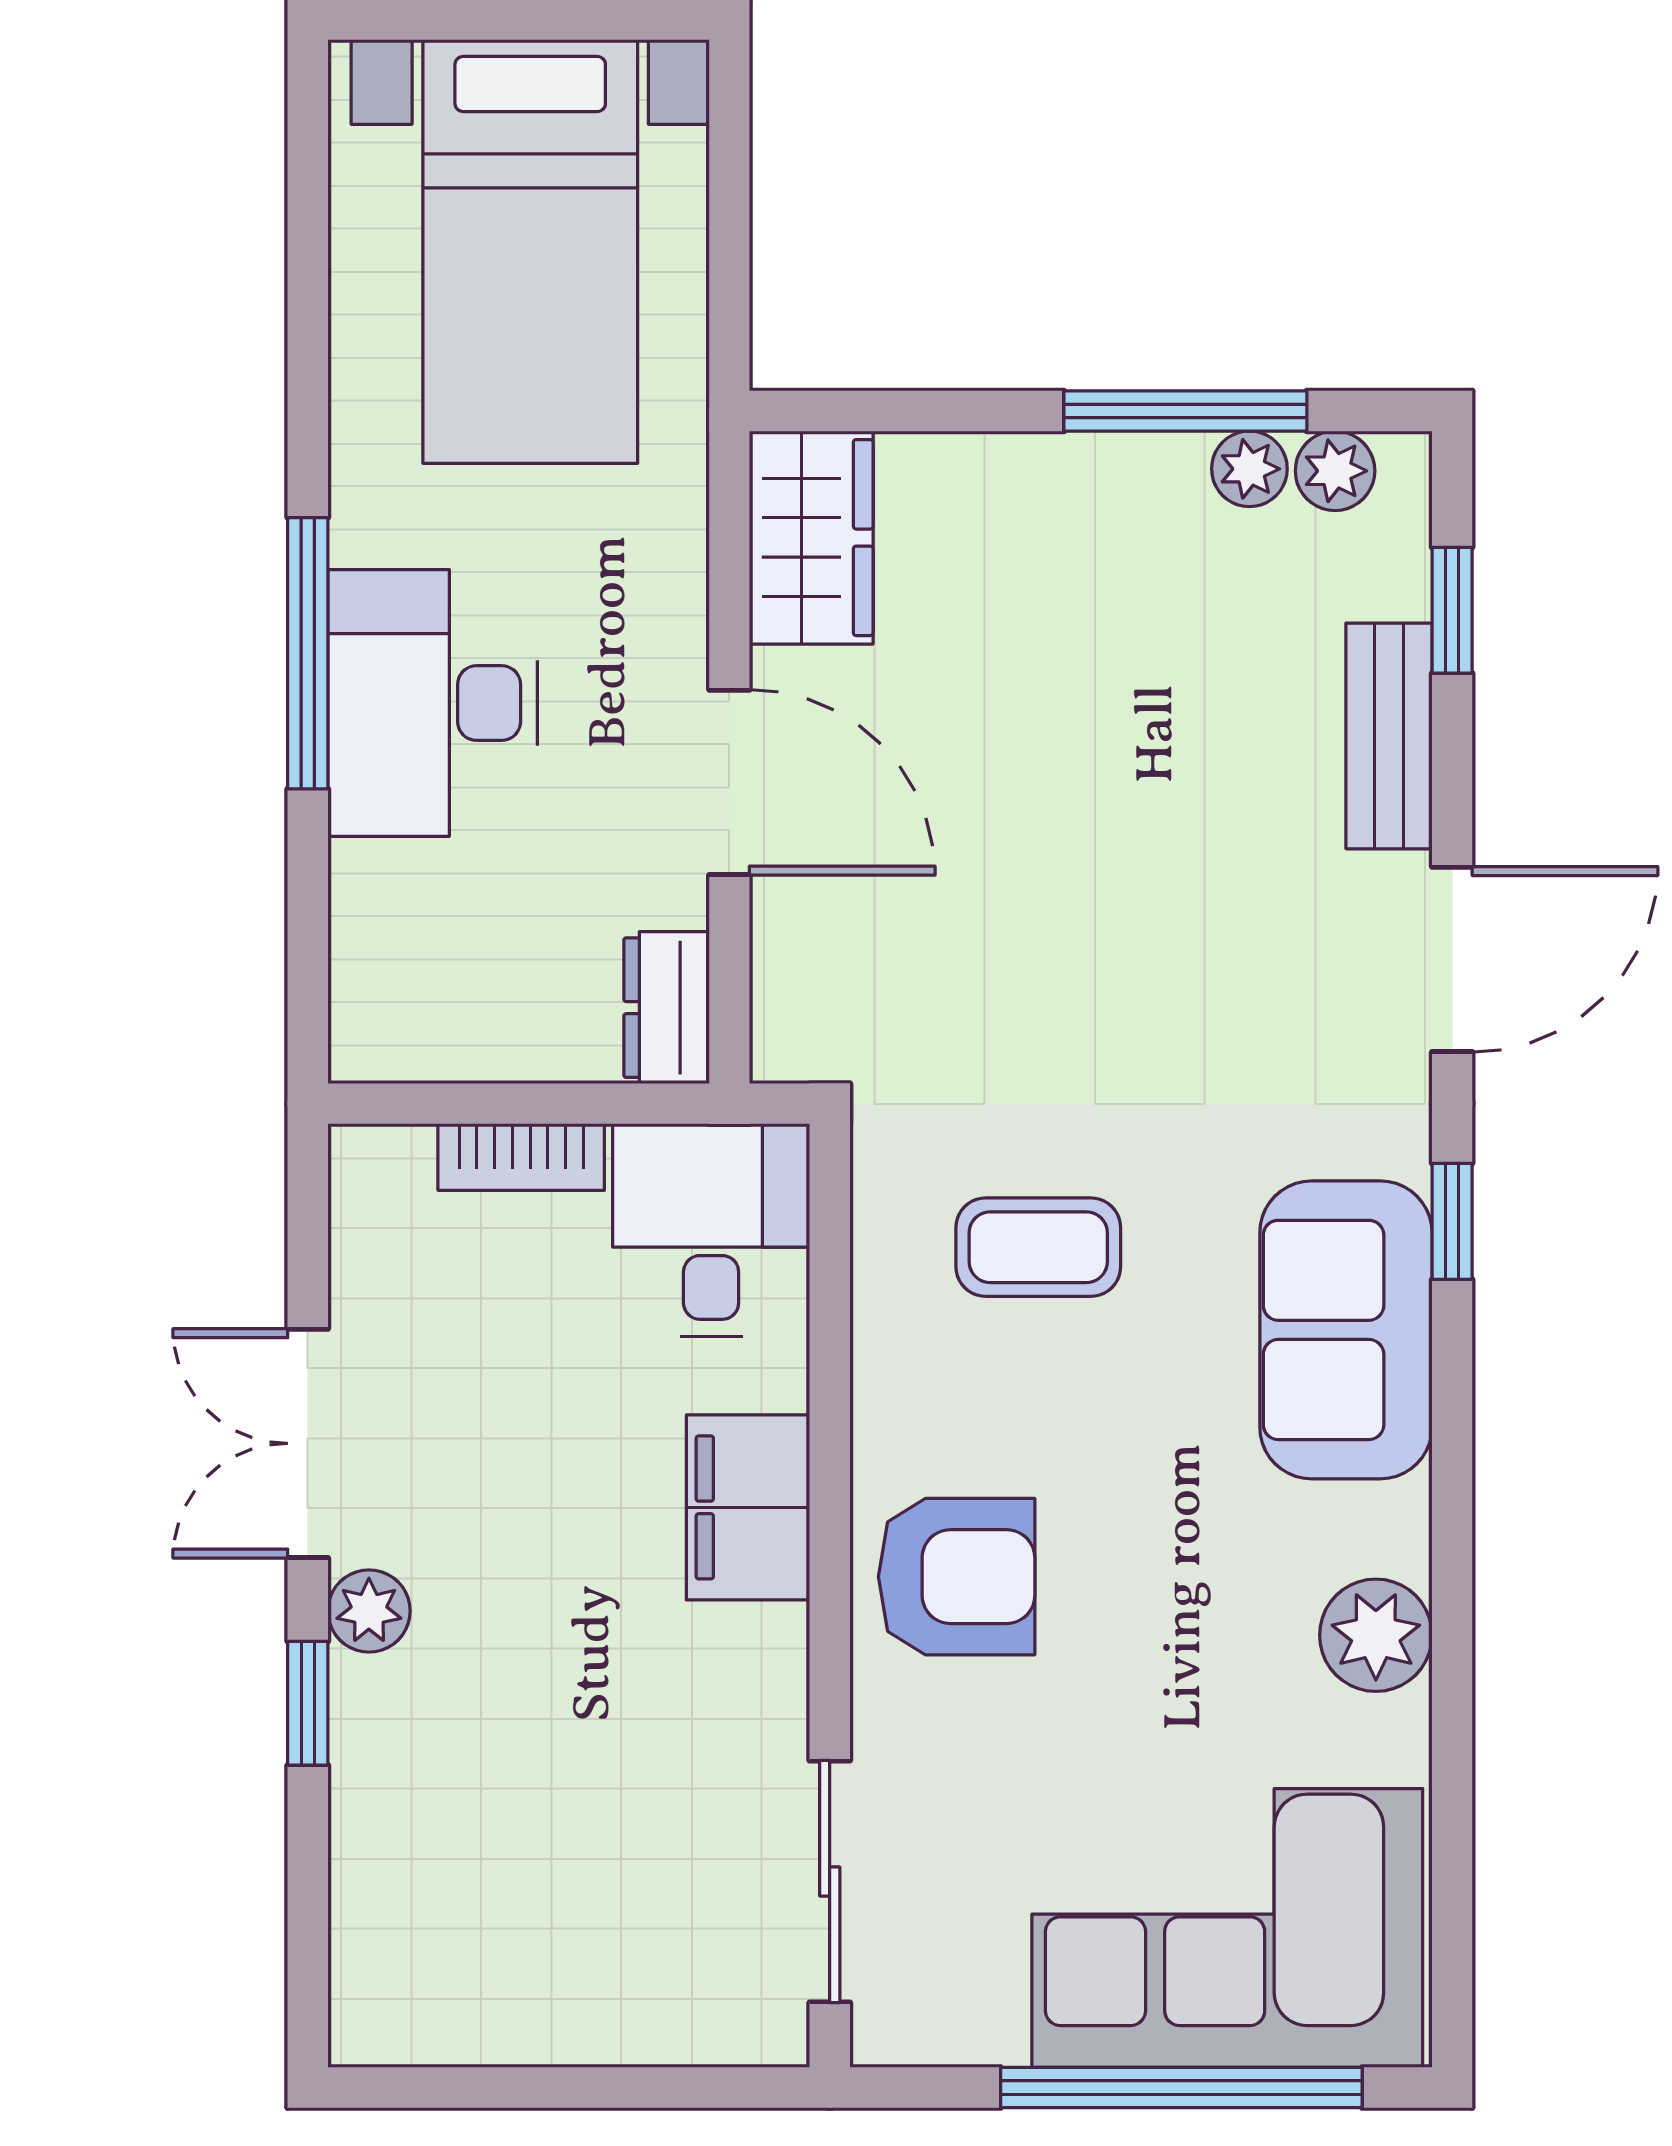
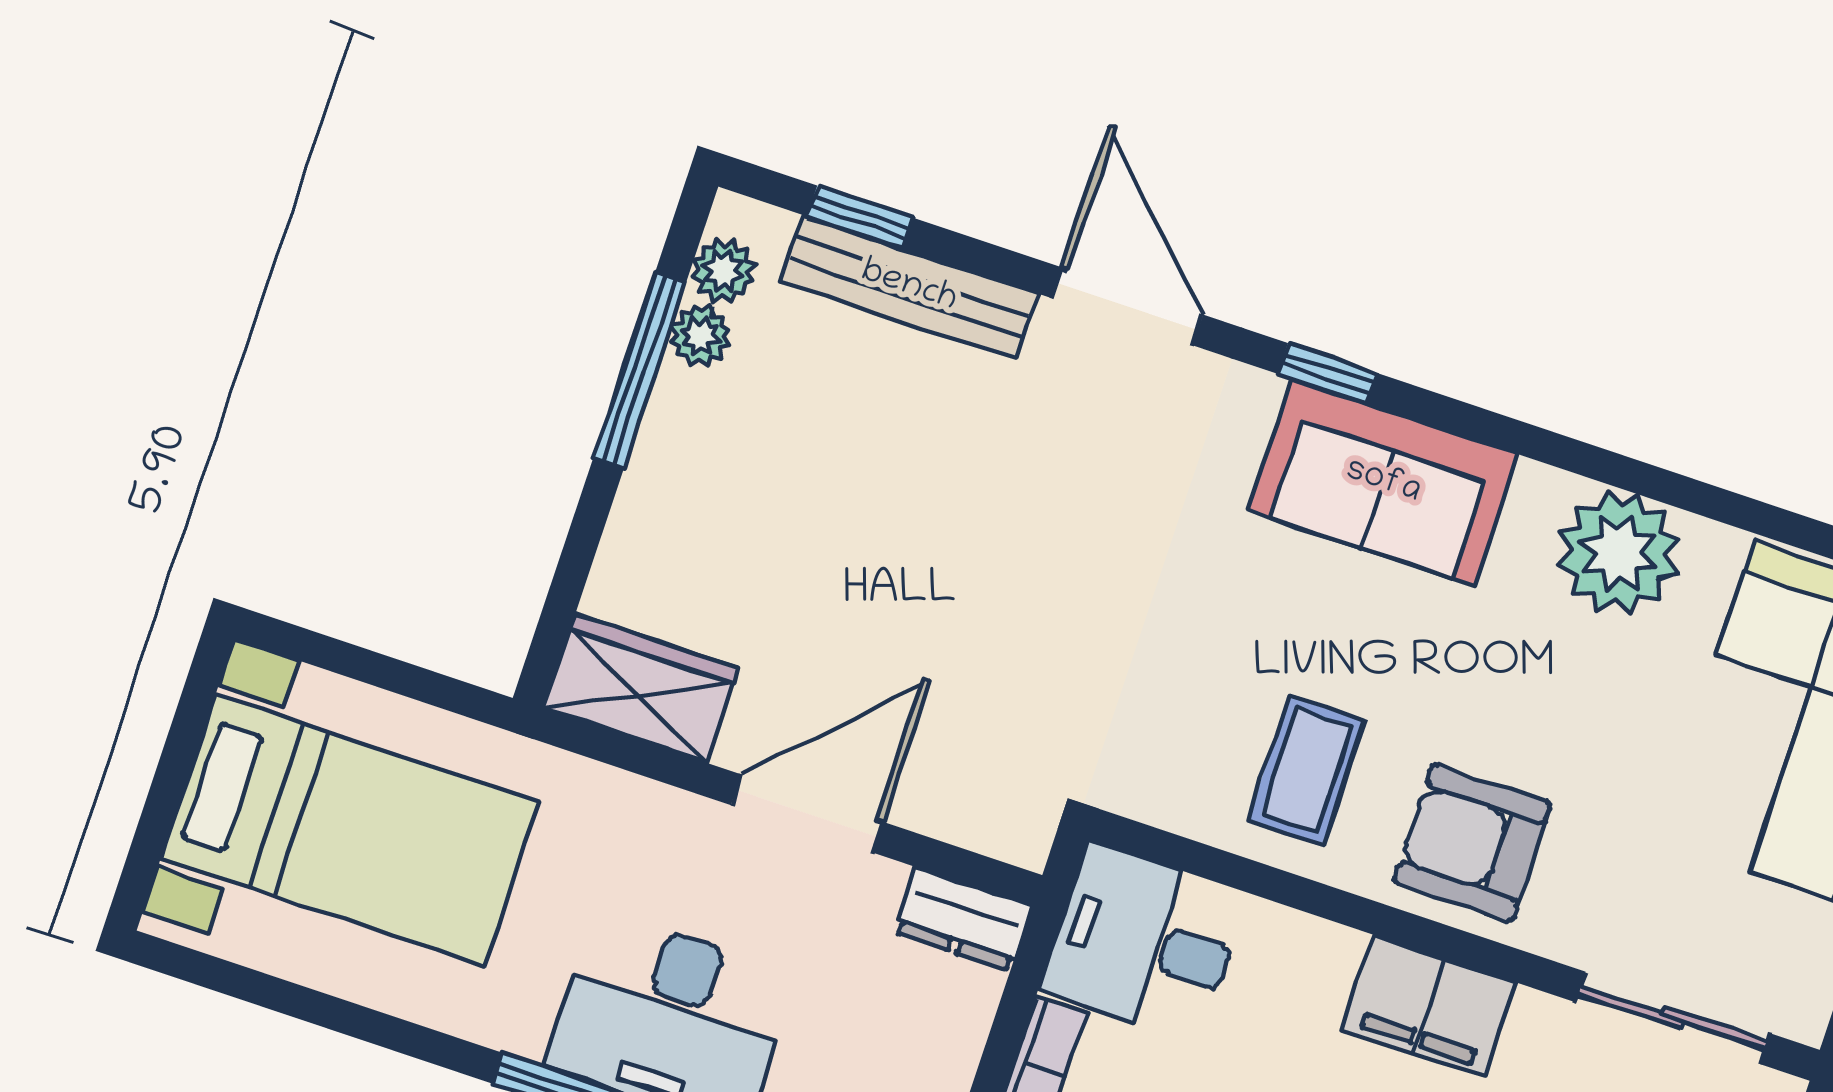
bench: (1389, 736) -> (909, 287), width x1.36
coffee table: (1038, 1247) -> (1306, 770), moved
filing cabinet: (748, 1507) -> (1429, 1006), moved
armchair: (957, 1577) -> (1472, 843), turned -90
plant: (1376, 1635) -> (1619, 553), width x1.36, depth x1.36

